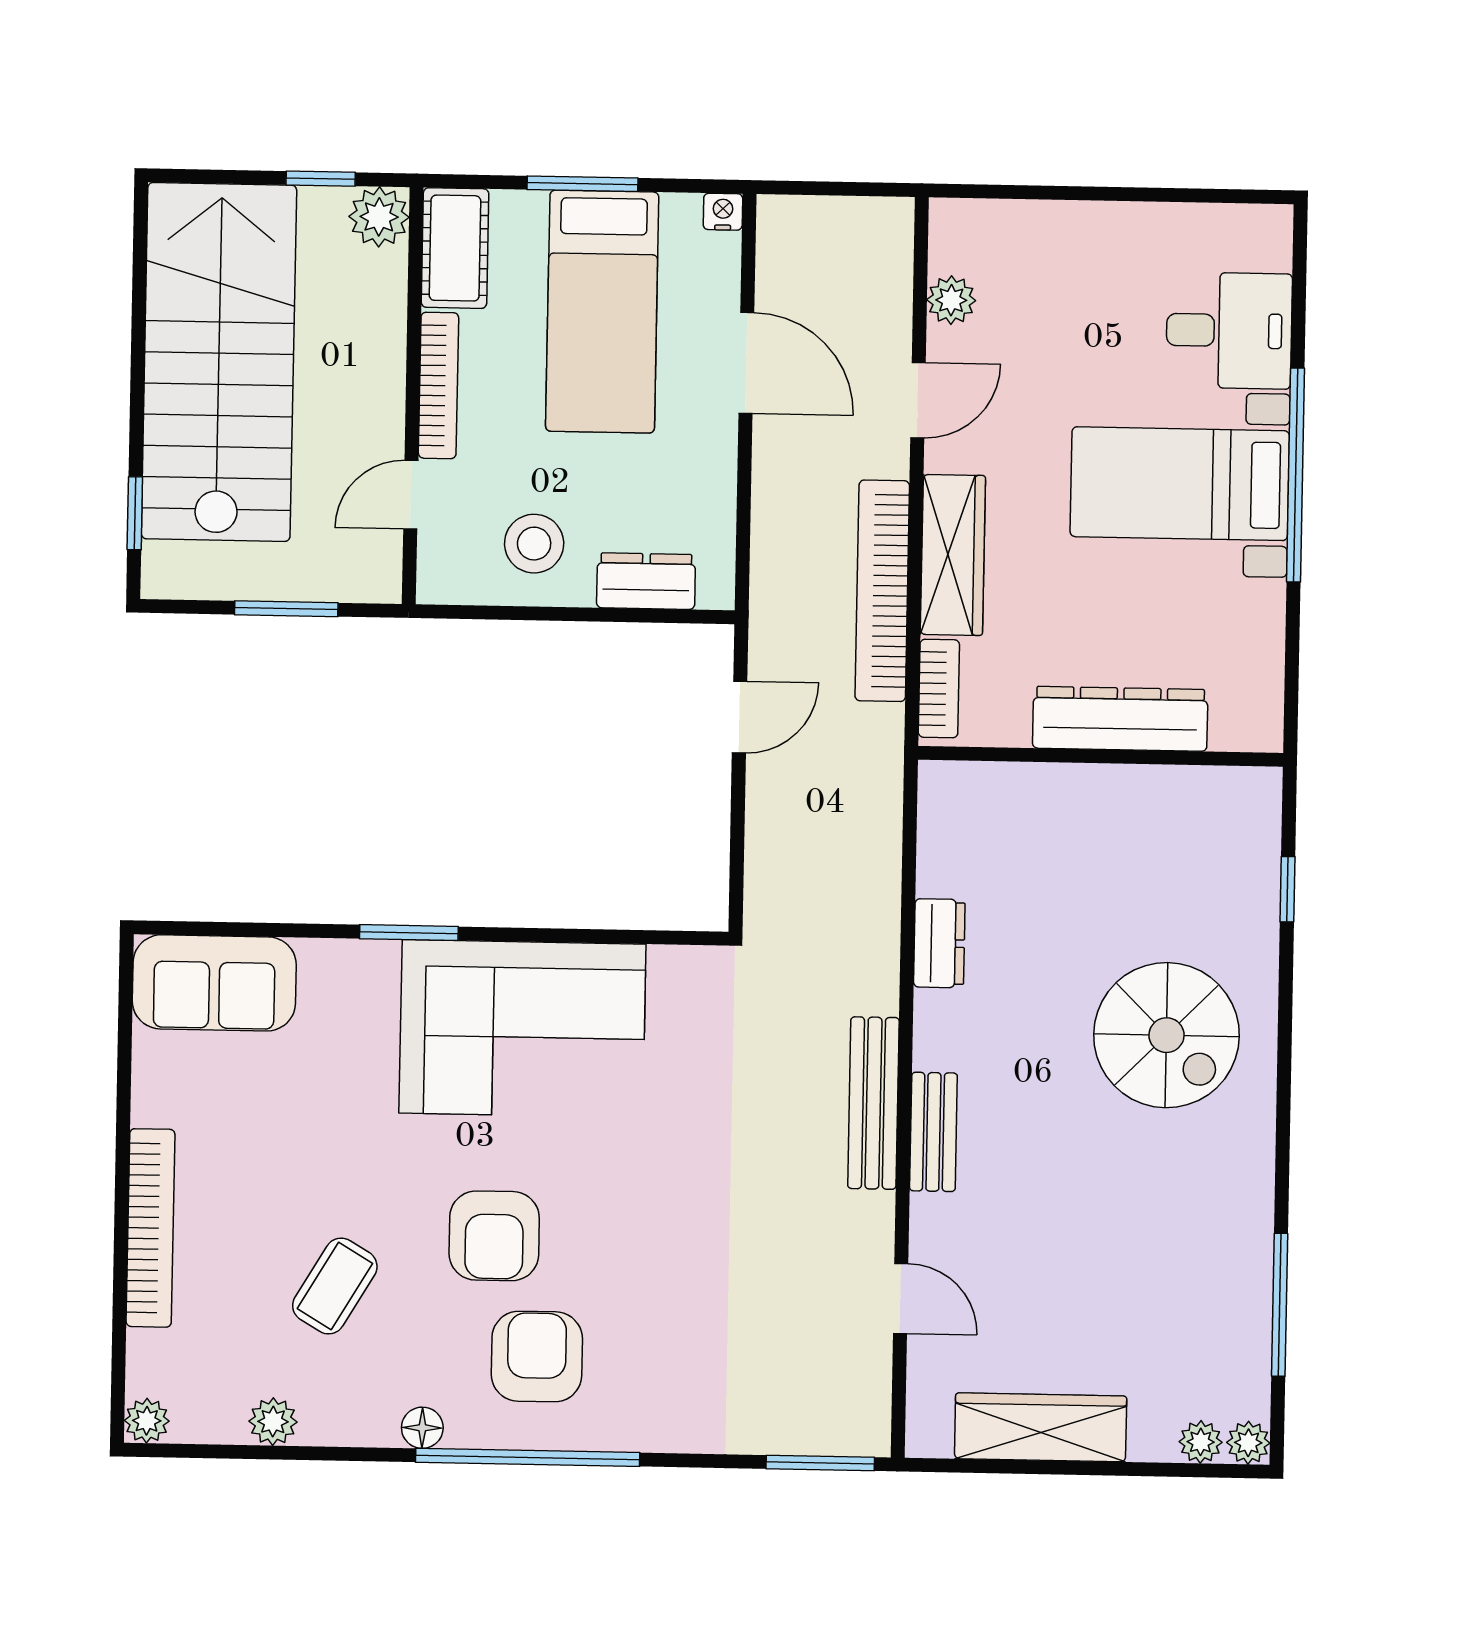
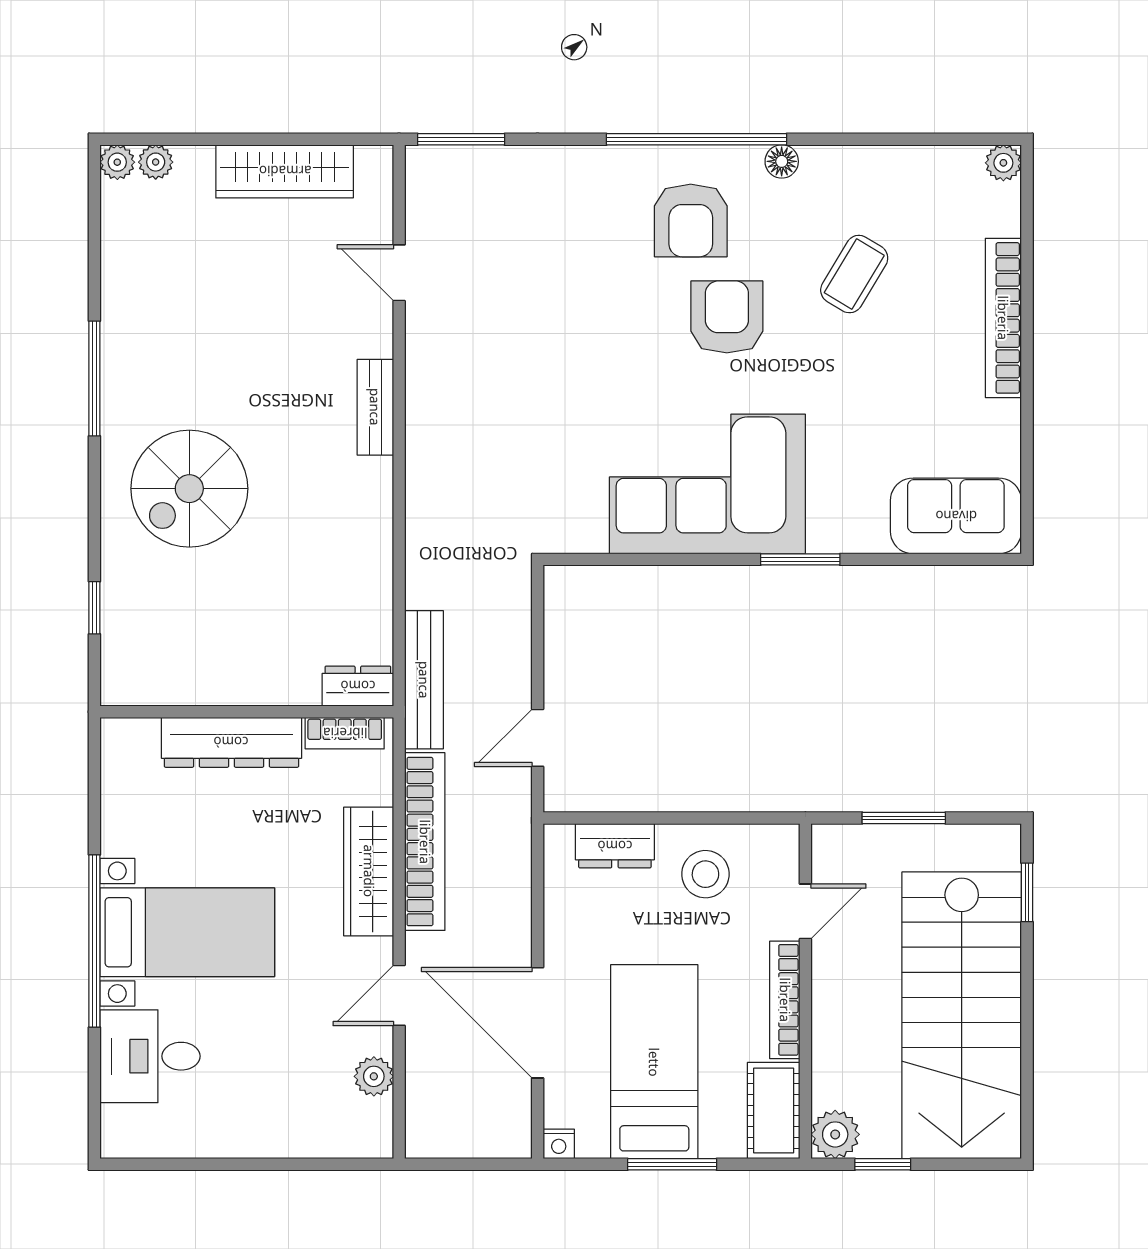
door: (746, 363) -> (538, 1023), width x1.36
bookcase: (939, 689) -> (345, 733), moved, turned -90
dresser: (939, 943) -> (358, 686), moved, turned 90
spiral stairs: (1167, 1035) -> (189, 489), turned -90
bench: (873, 1103) -> (424, 680), moved
window: (1280, 1305) -> (94, 379), moved
plant: (273, 1422) -> (902, 164), removed

